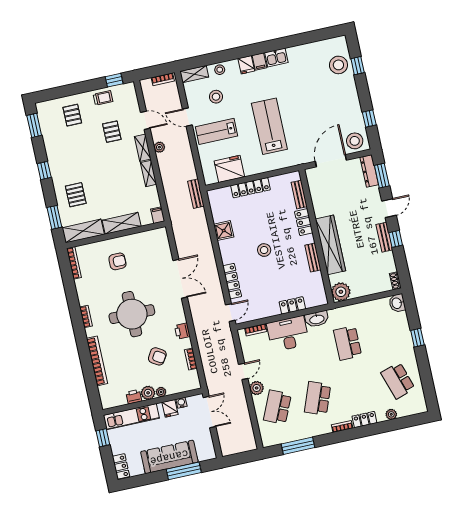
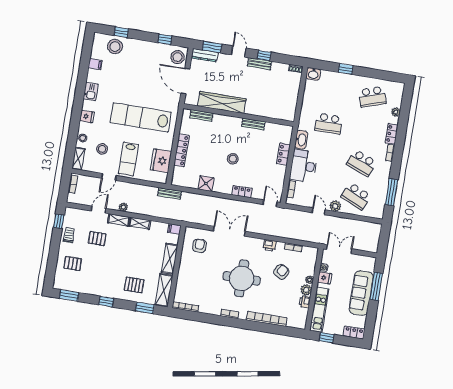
filing cabinet: (259, 62) -> (95, 64), moved
lab bench: (269, 126) -> (141, 117), width x1.36
locker: (304, 222) -> (224, 120), removed
wardrobe: (330, 245) -> (222, 102), moved
armchair: (117, 261) -> (199, 246), moved
locker: (232, 281) -> (242, 192), width x0.66
plant: (341, 292) -> (288, 113), removed

